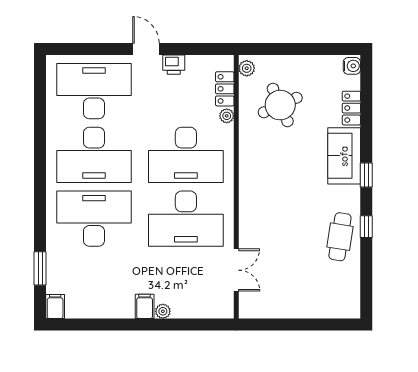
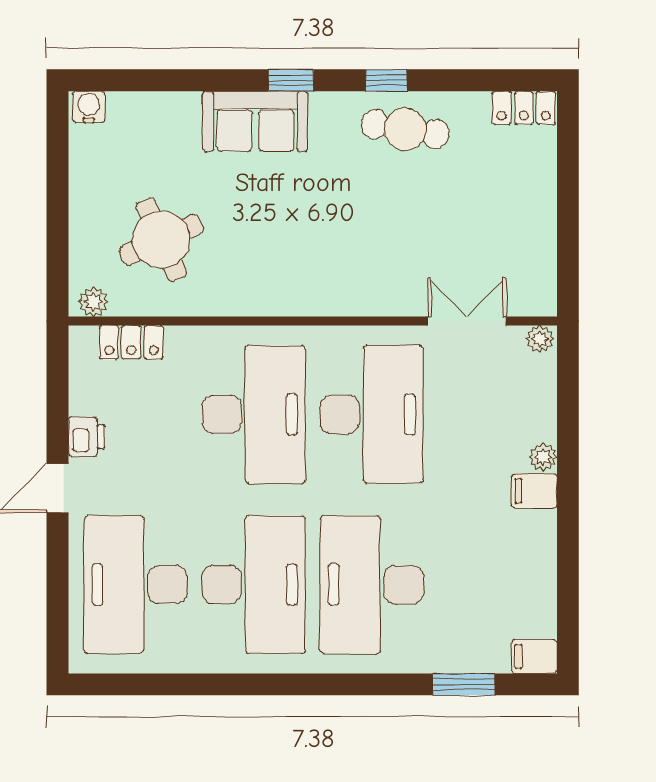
locker: (351, 108) -> (524, 108), moved
plant: (227, 116) -> (540, 339), moved

